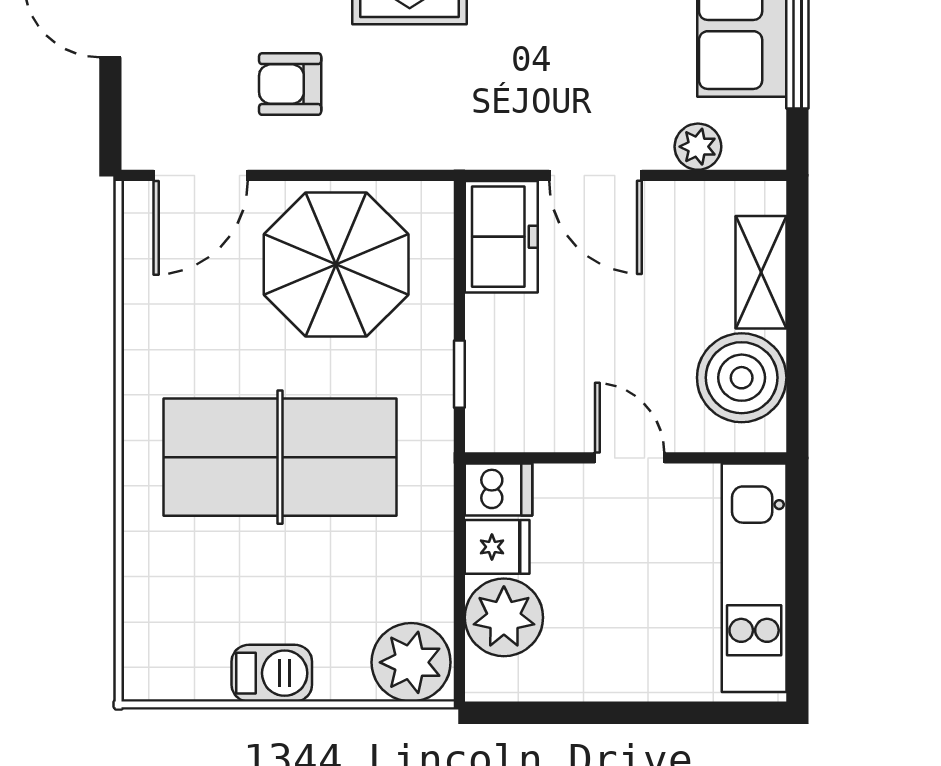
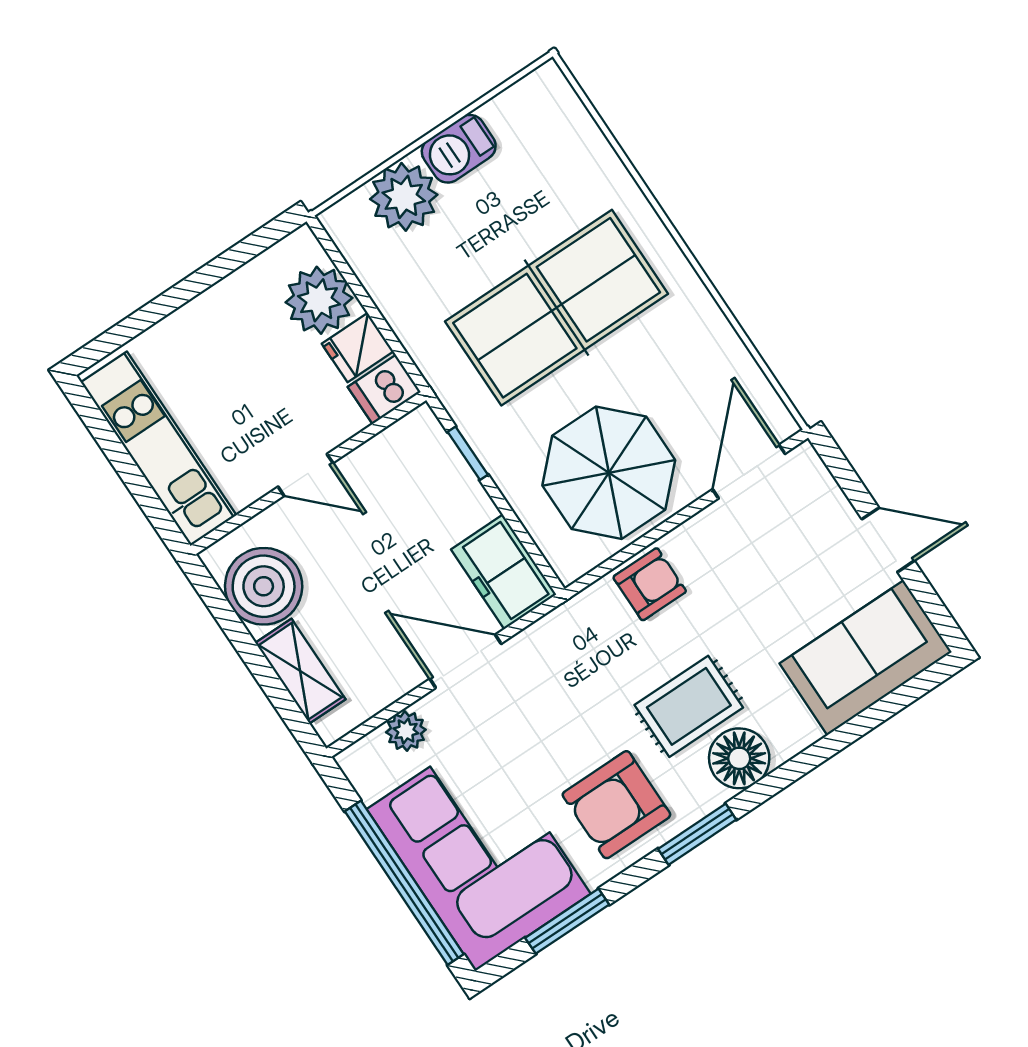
armchair: (290, 84) -> (650, 584), moved
plant: (411, 662) -> (404, 197), moved

